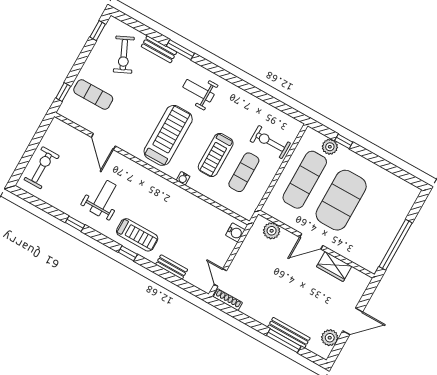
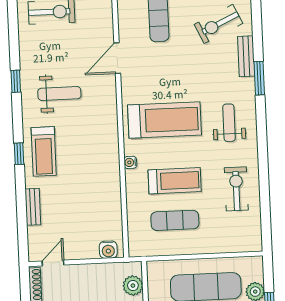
exercise bike: (270, 142) -> (236, 189), moved
treadmill: (216, 155) -> (175, 181), turned 180

